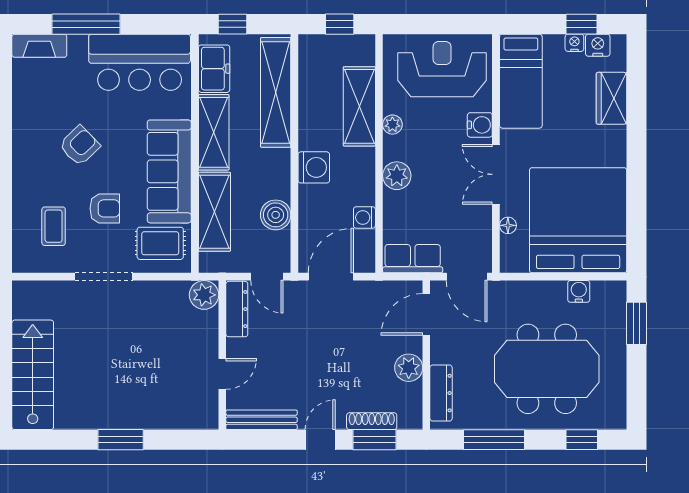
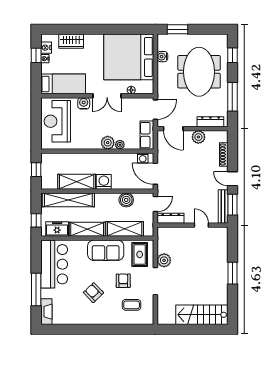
shelving: (359, 106) -> (77, 182), moved
plant: (392, 125) -> (120, 145), moved
sofa: (169, 171) -> (106, 250), width x0.73
washing machine: (364, 217) -> (143, 158), moved
plant: (204, 295) -> (164, 260), moved
window: (375, 440) -> (232, 205), moved

